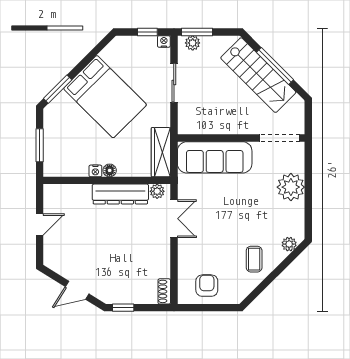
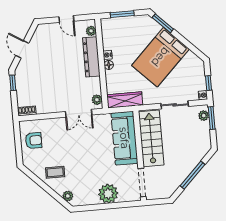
stairs: (258, 75) -> (151, 138), moved, turned 135
plant: (60, 191) -> (91, 31), added
dresser: (120, 194) -> (91, 57), moved

